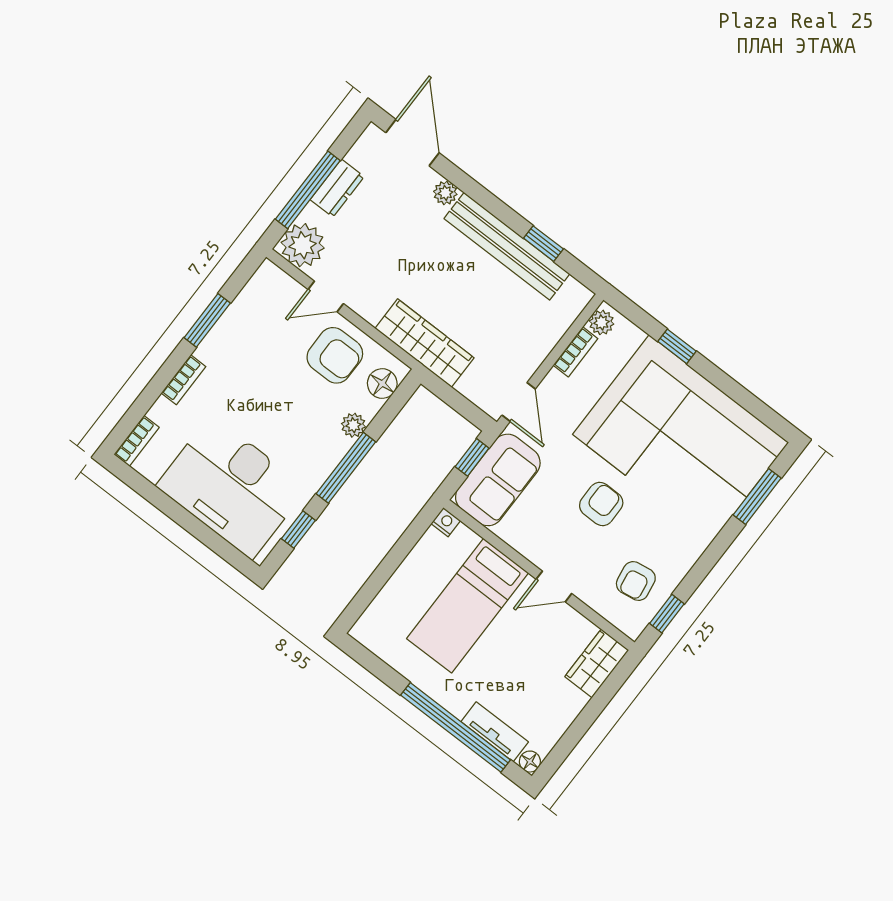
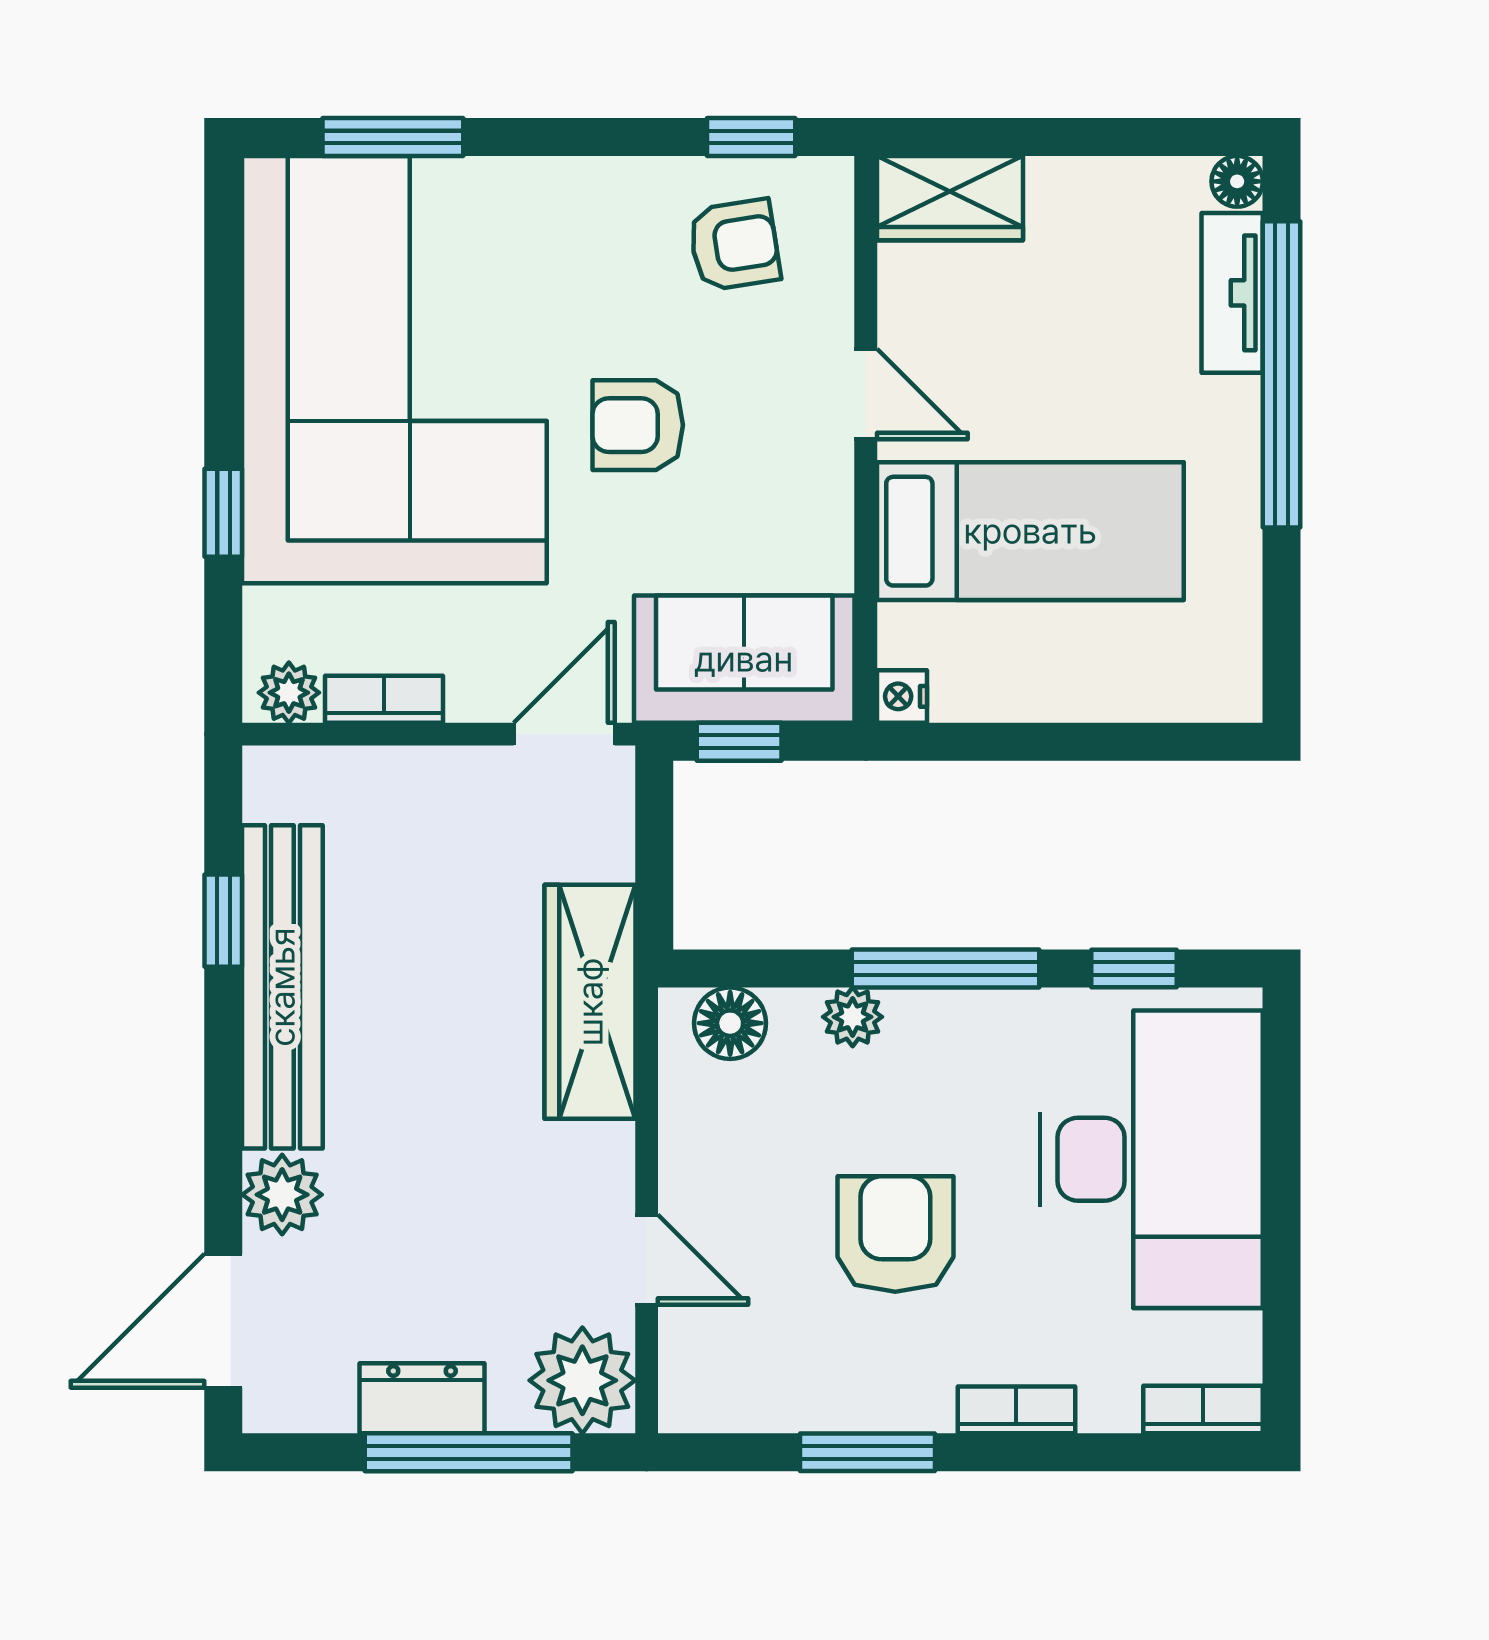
plant: (445, 193) -> (282, 1195), width x1.38, depth x1.38
armchair: (335, 355) -> (895, 1234), moved

